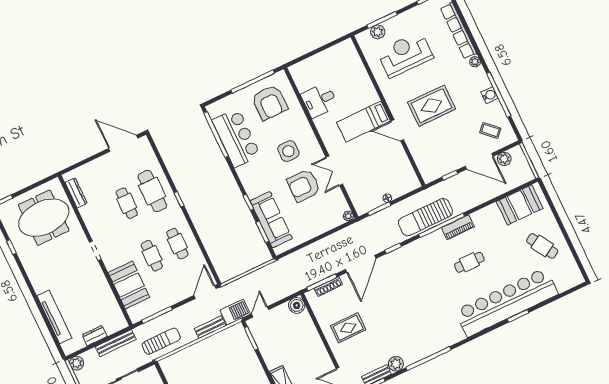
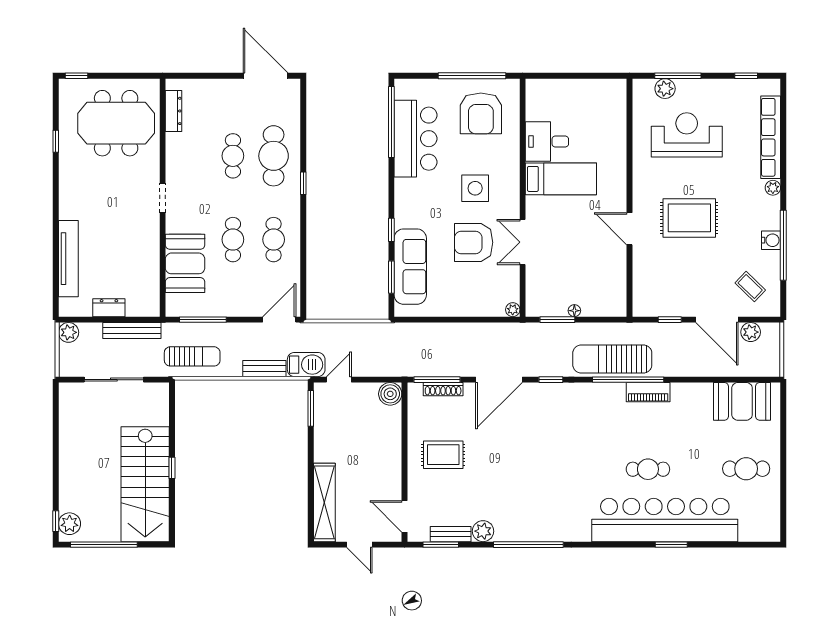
bed: (364, 122) -> (561, 179), moved, turned 180
cafe table: (542, 246) -> (746, 469), turned -59
cafe table: (469, 262) -> (648, 469), moved

